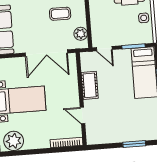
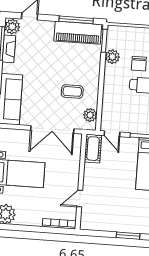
cot: (90, 85) -> (93, 149), moved
door: (83, 115) -> (80, 199), hinge flipped

